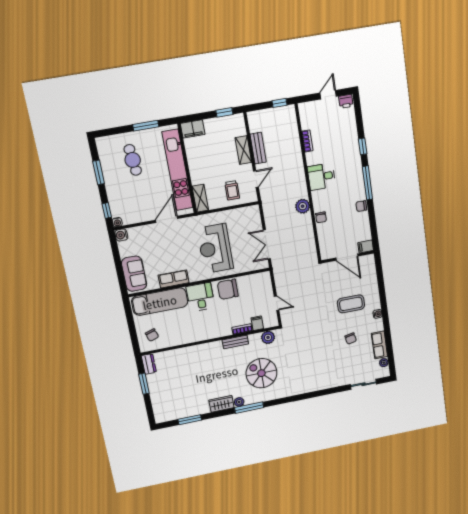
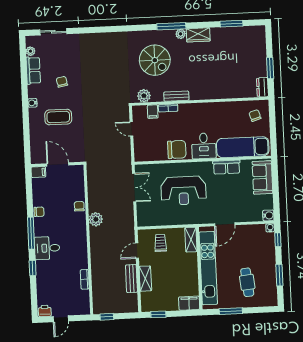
desk: (321, 177) -> (47, 248), moved, turned 180
reception desk: (215, 248) -> (183, 191), turned 90

